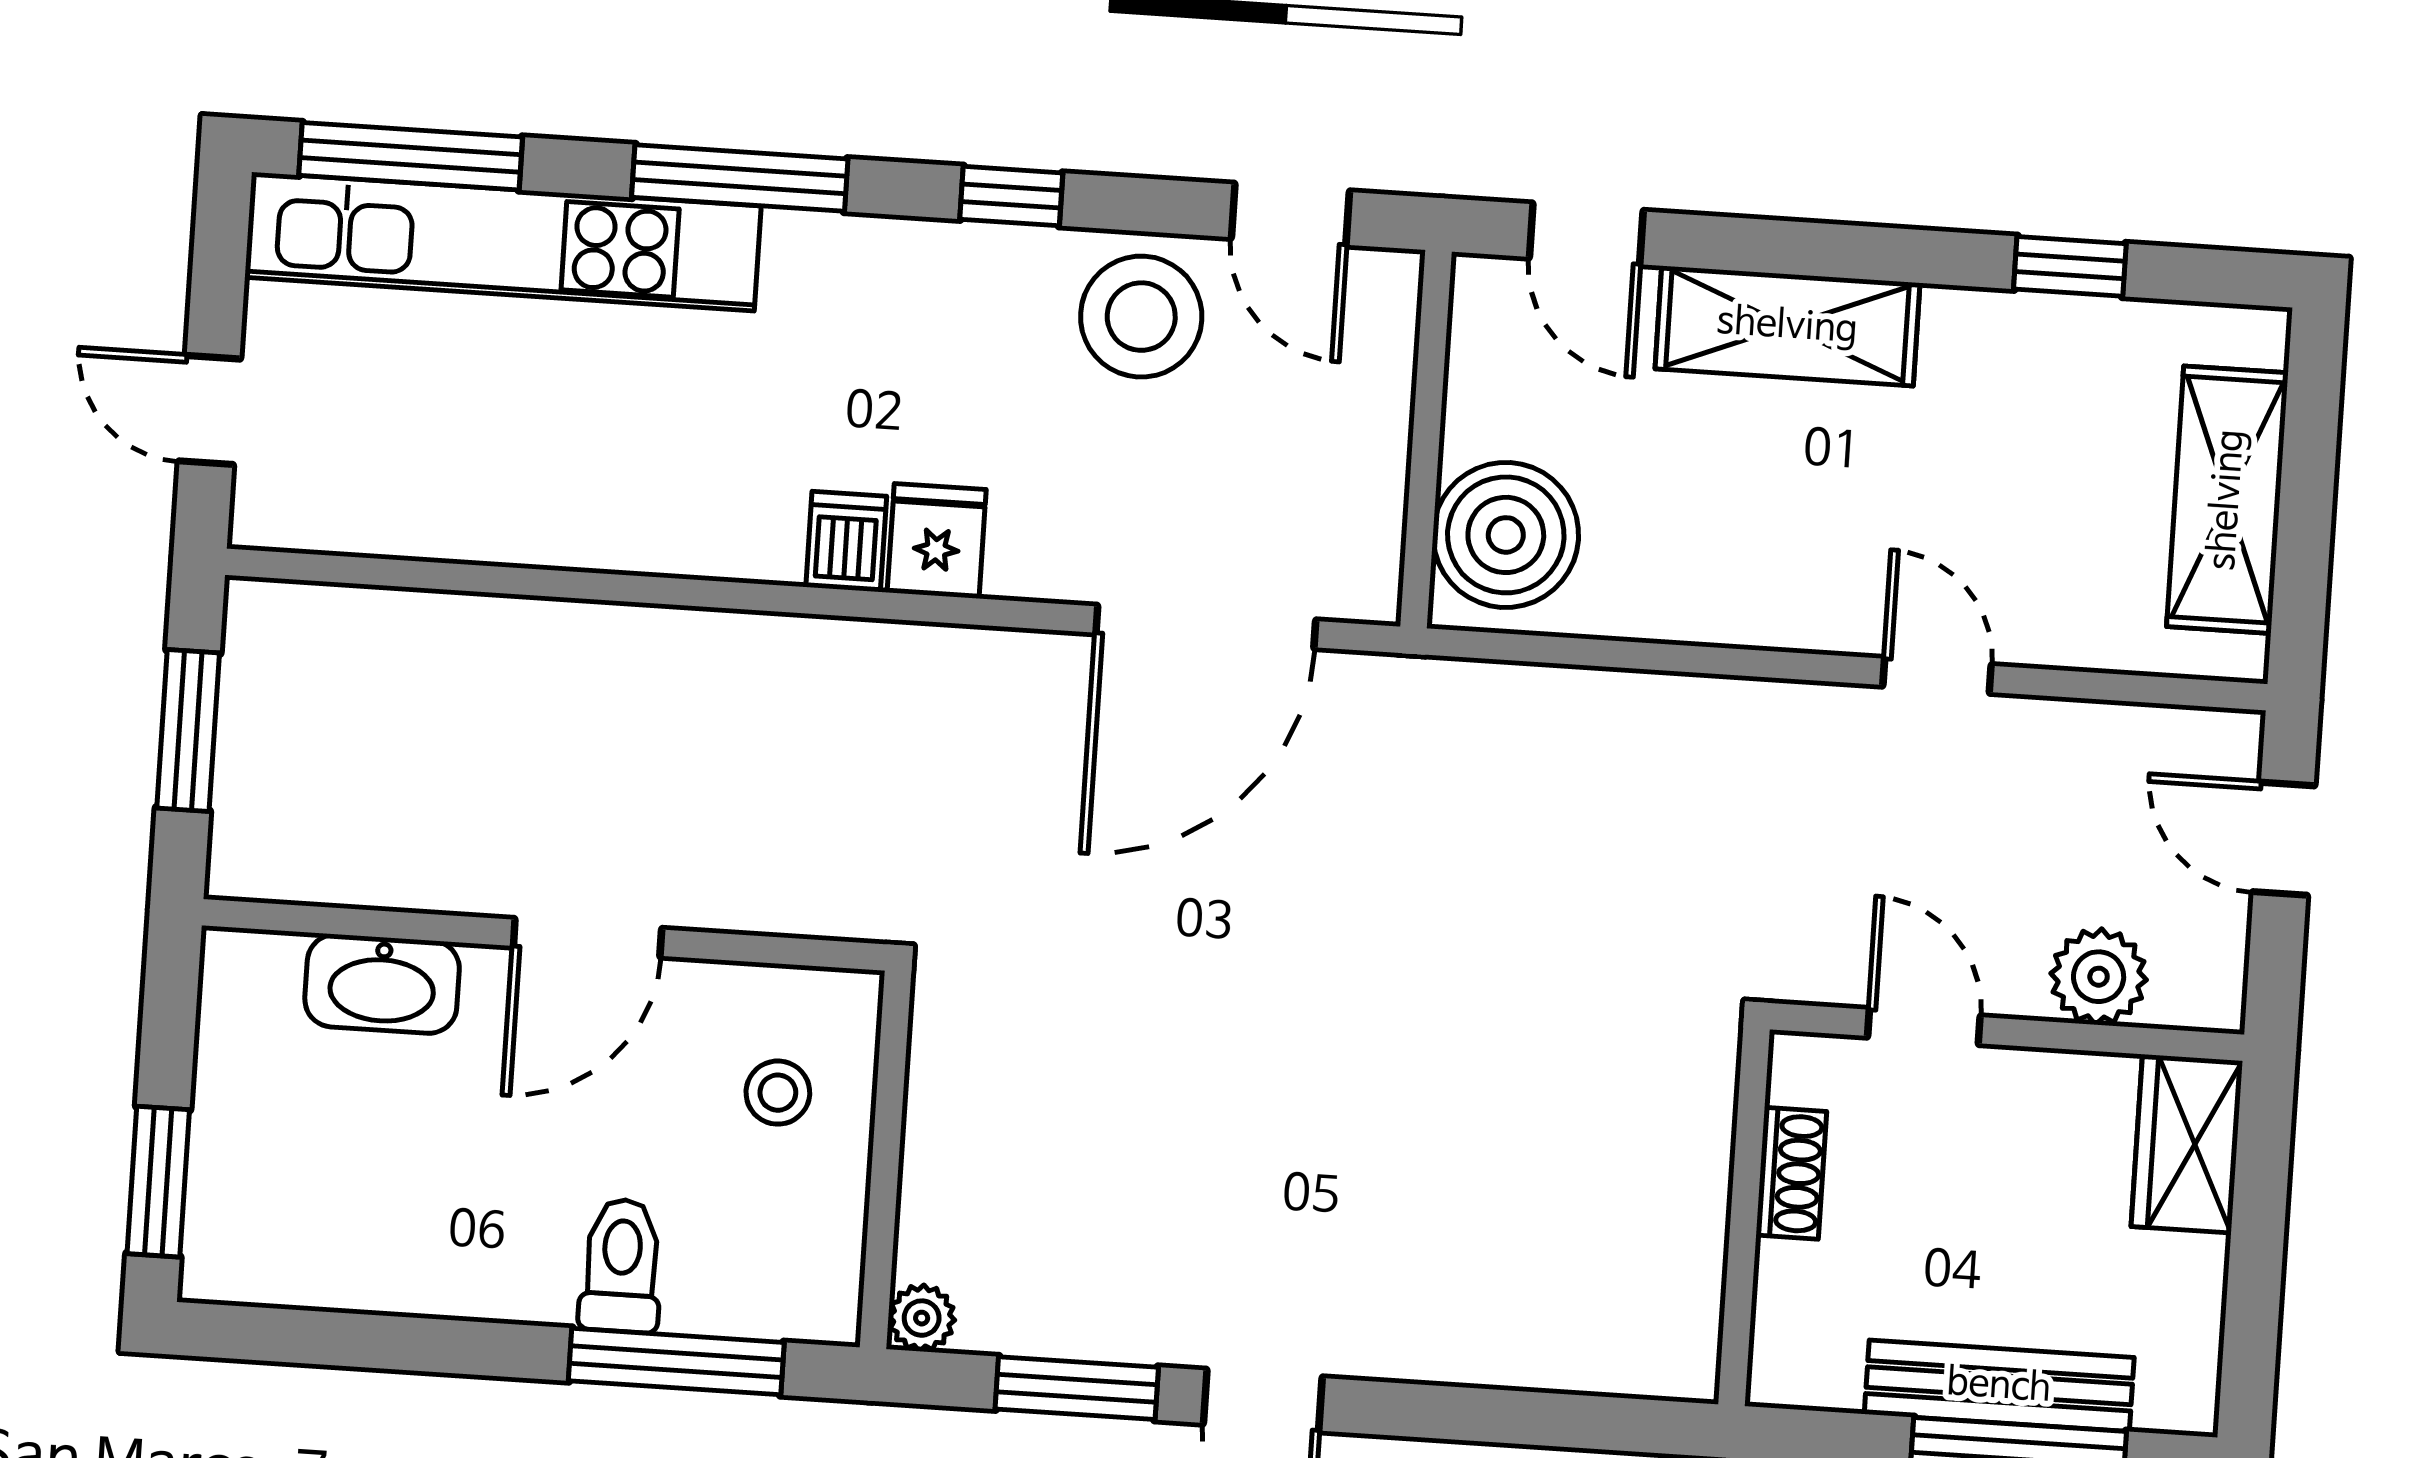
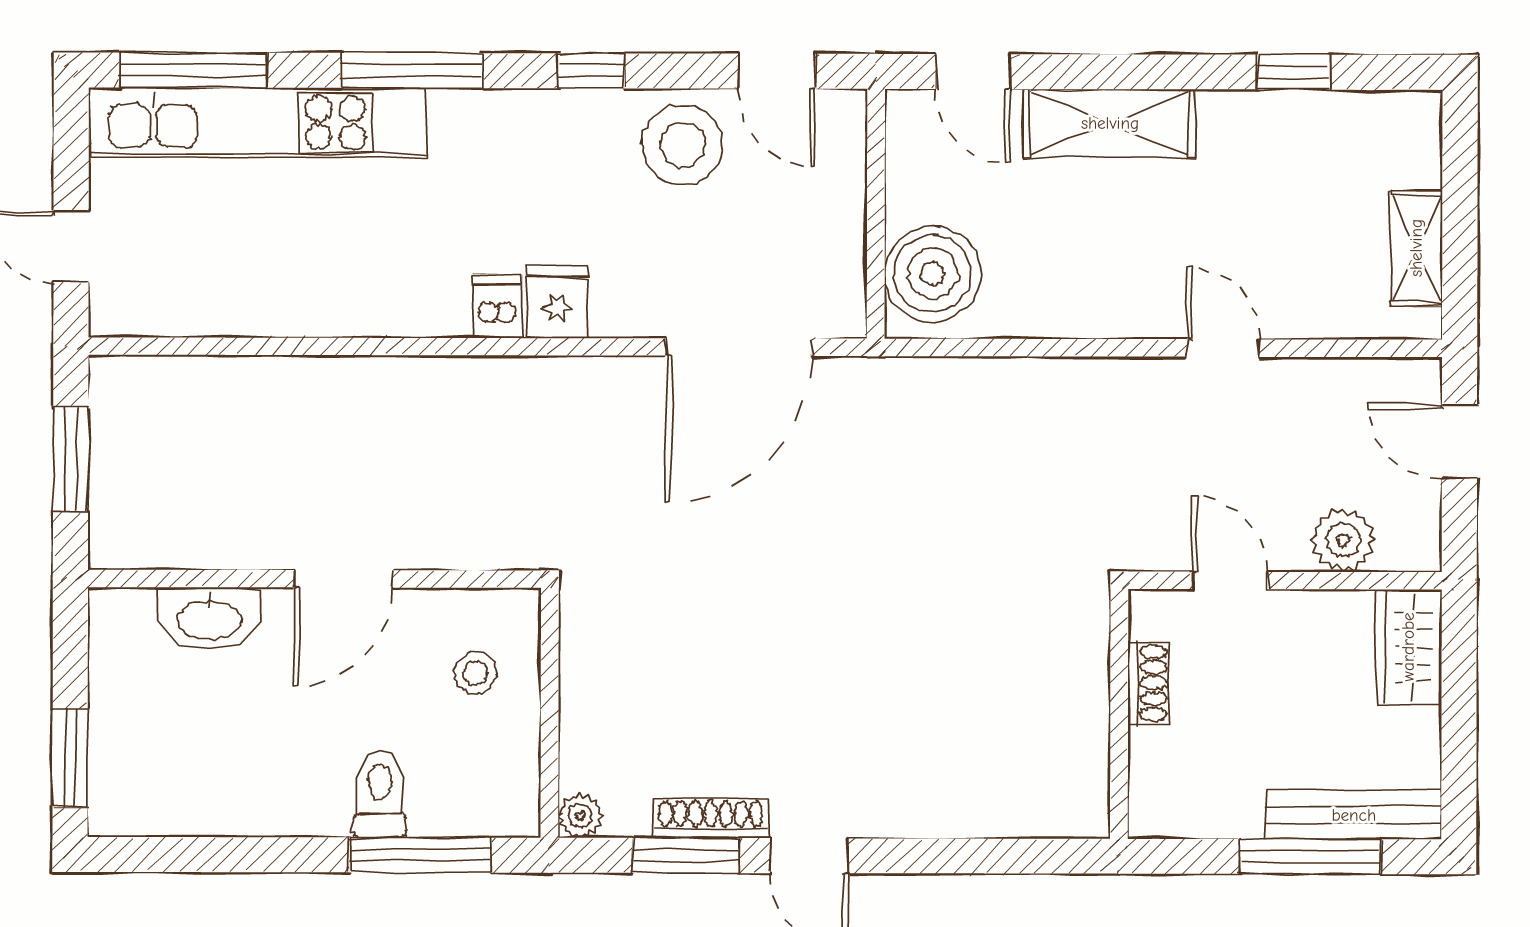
shelving: (2227, 500) -> (1416, 248), width x0.67, depth x0.75
shoe rack: (1118, 1335) -> (711, 819), added
bench: (1999, 1386) -> (1354, 815), moved

